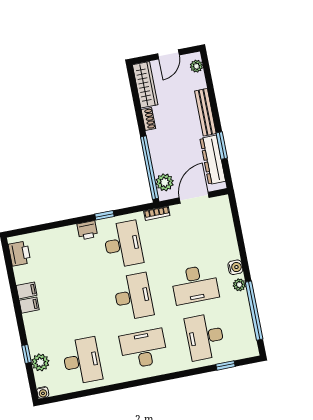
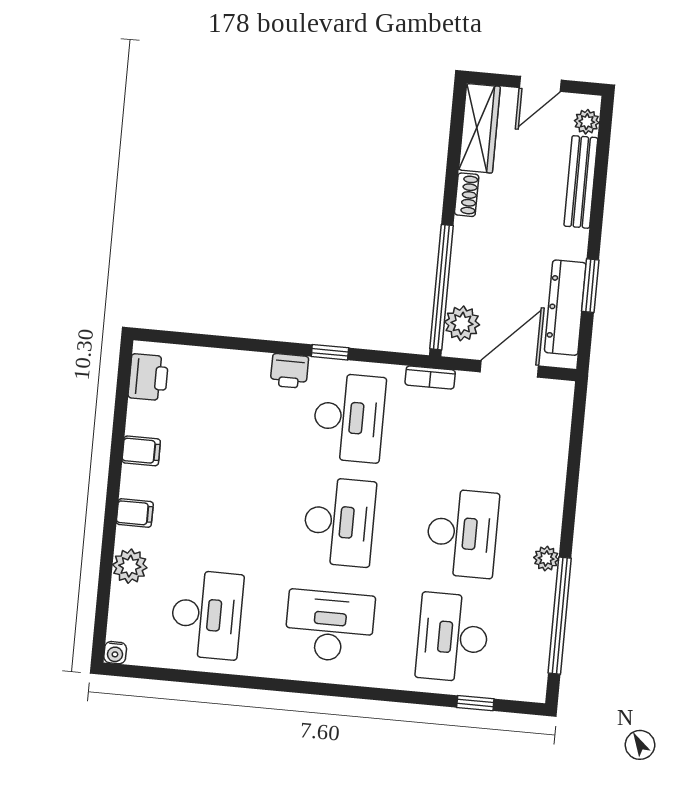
bench: (205, 112) -> (581, 182), moved
water cooler: (235, 267) -> (548, 523), removed
desk: (195, 285) -> (462, 533), turned -90
filing cabinet: (29, 305) -> (135, 513), moved
window: (26, 354) -> (106, 571), removed
plant: (40, 362) -> (130, 566), moved

